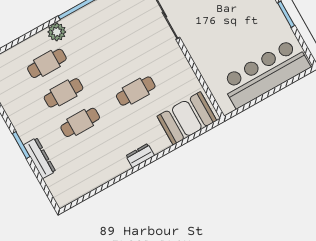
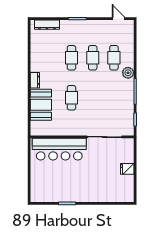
bar counter: (265, 73) -> (59, 149), moved, turned 90
booth: (187, 118) -> (41, 105), moved
dresser: (40, 158) -> (47, 25), moved

